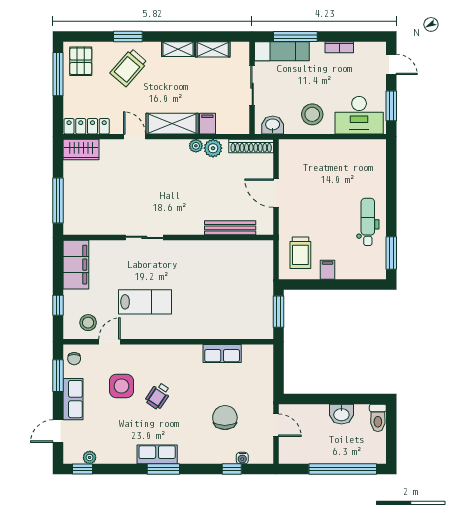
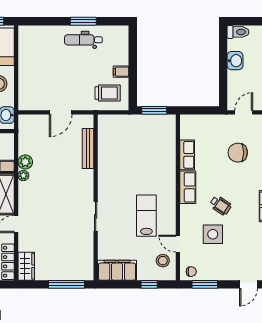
shoe rack: (251, 146) -> (24, 132), removed
window: (391, 253) -> (83, 21), moved
row of seats: (73, 399) -> (188, 187), moved, turned 90
door: (58, 431) -> (248, 284), hinge flipped

